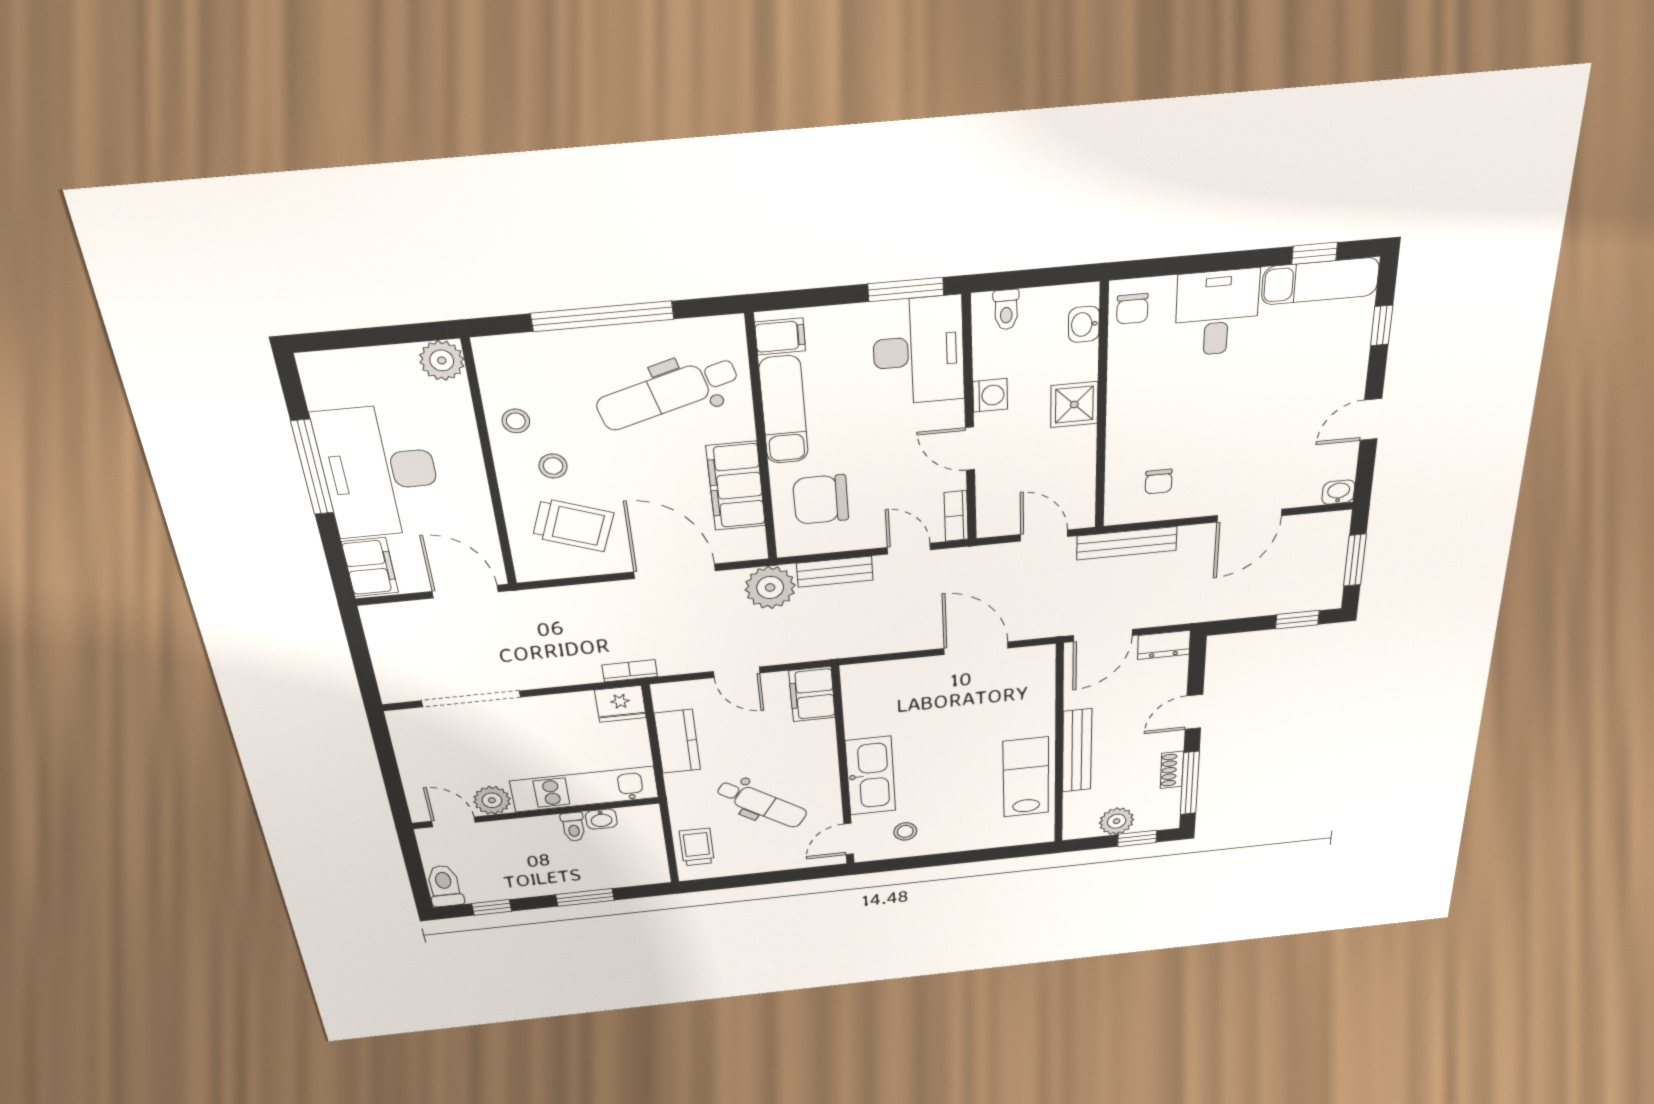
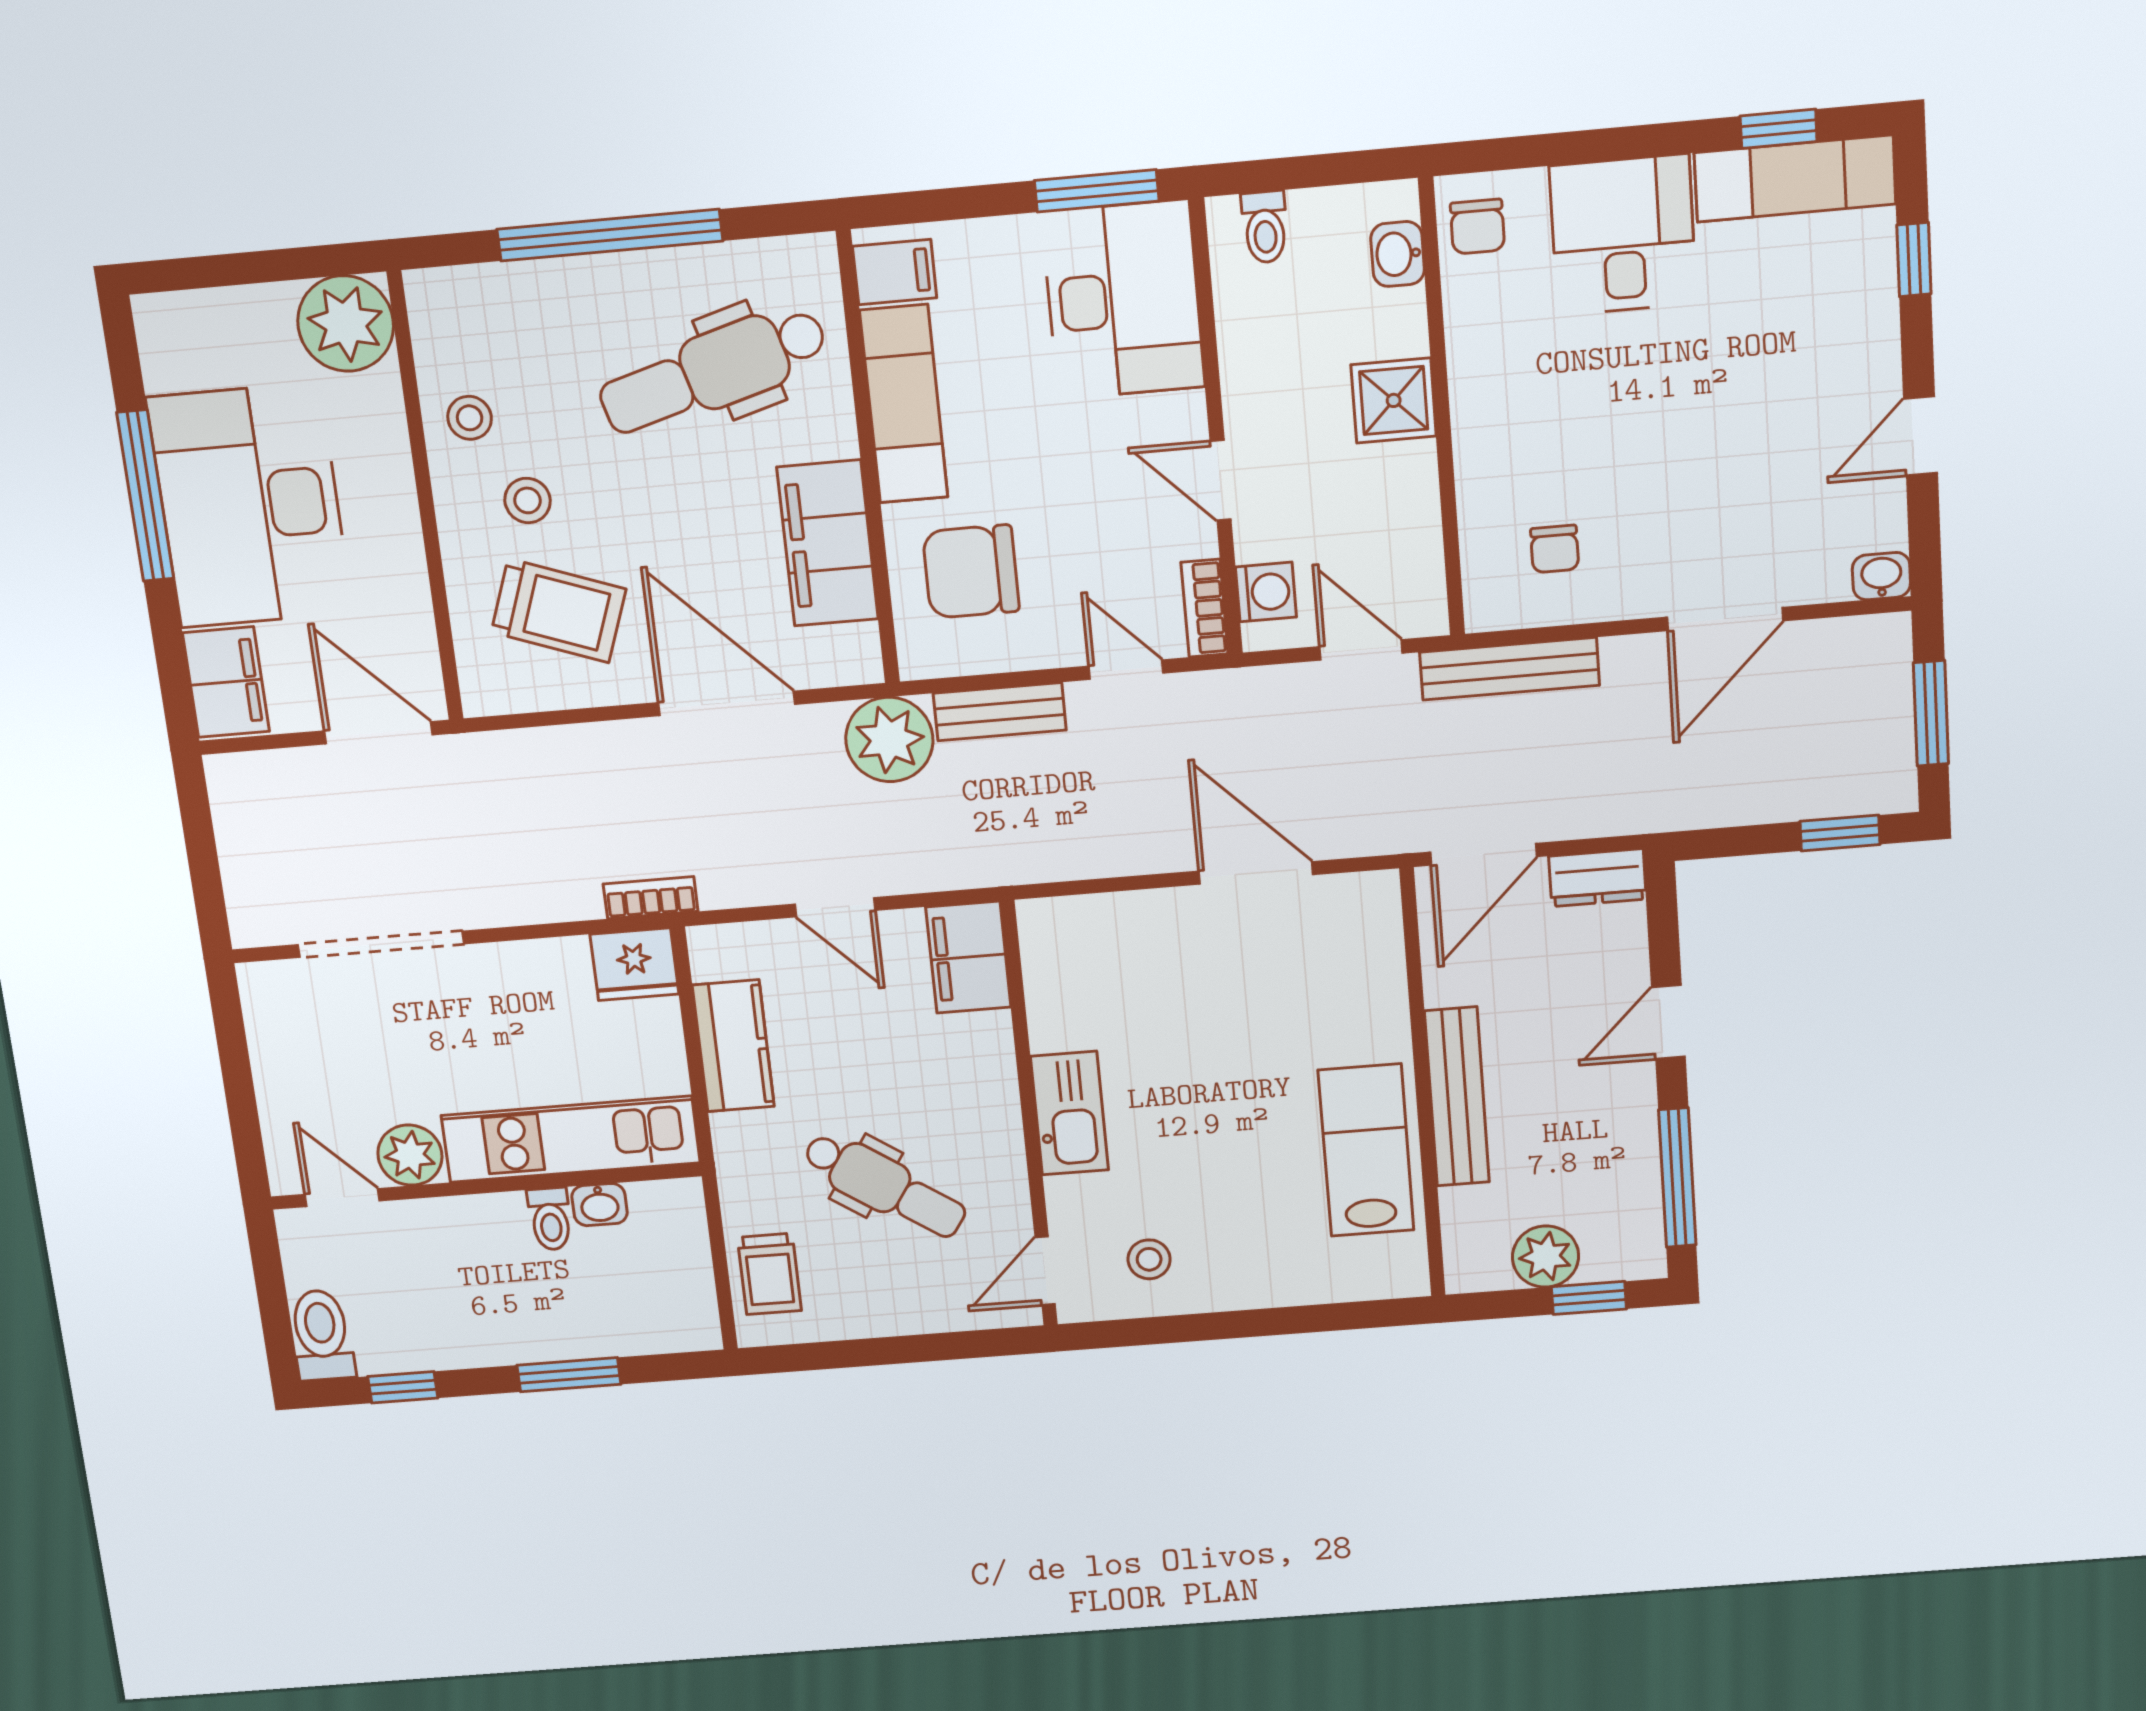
plant: (442, 360) -> (346, 324), width x1.36, depth x1.36
washing machine: (990, 395) -> (1266, 592), moved
shoe rack: (1172, 770) -> (1640, 1147), removed
kitchen sink: (871, 776) -> (1069, 1113), width x0.73, depth x0.81
trolley: (697, 847) -> (769, 1274), turned 180

